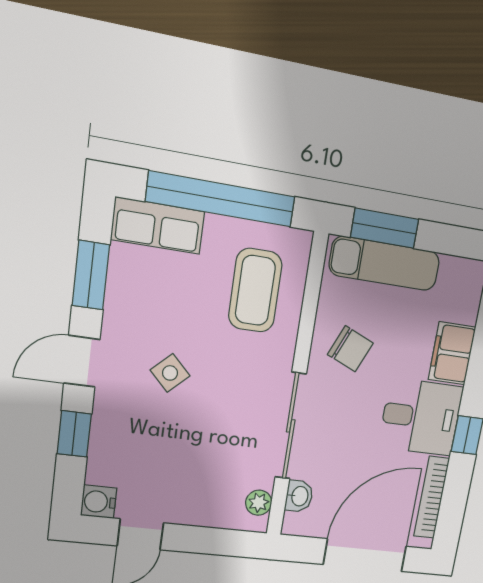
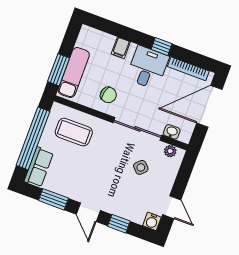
chair: (350, 349) -> (108, 95), turned 80
filing cabinet: (452, 353) -> (121, 48), width x0.50
side table: (170, 373) -> (141, 167), moved
door: (365, 555) -> (209, 106), hinge flipped

